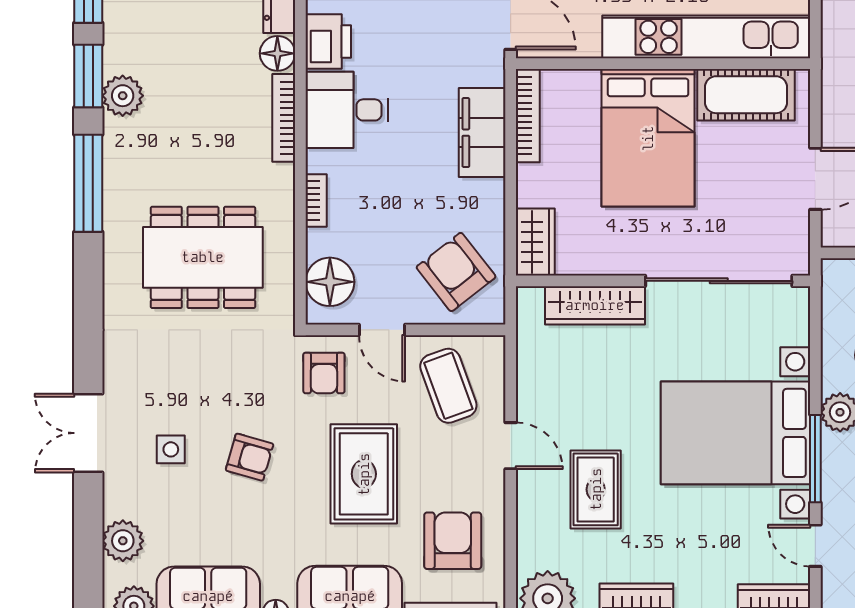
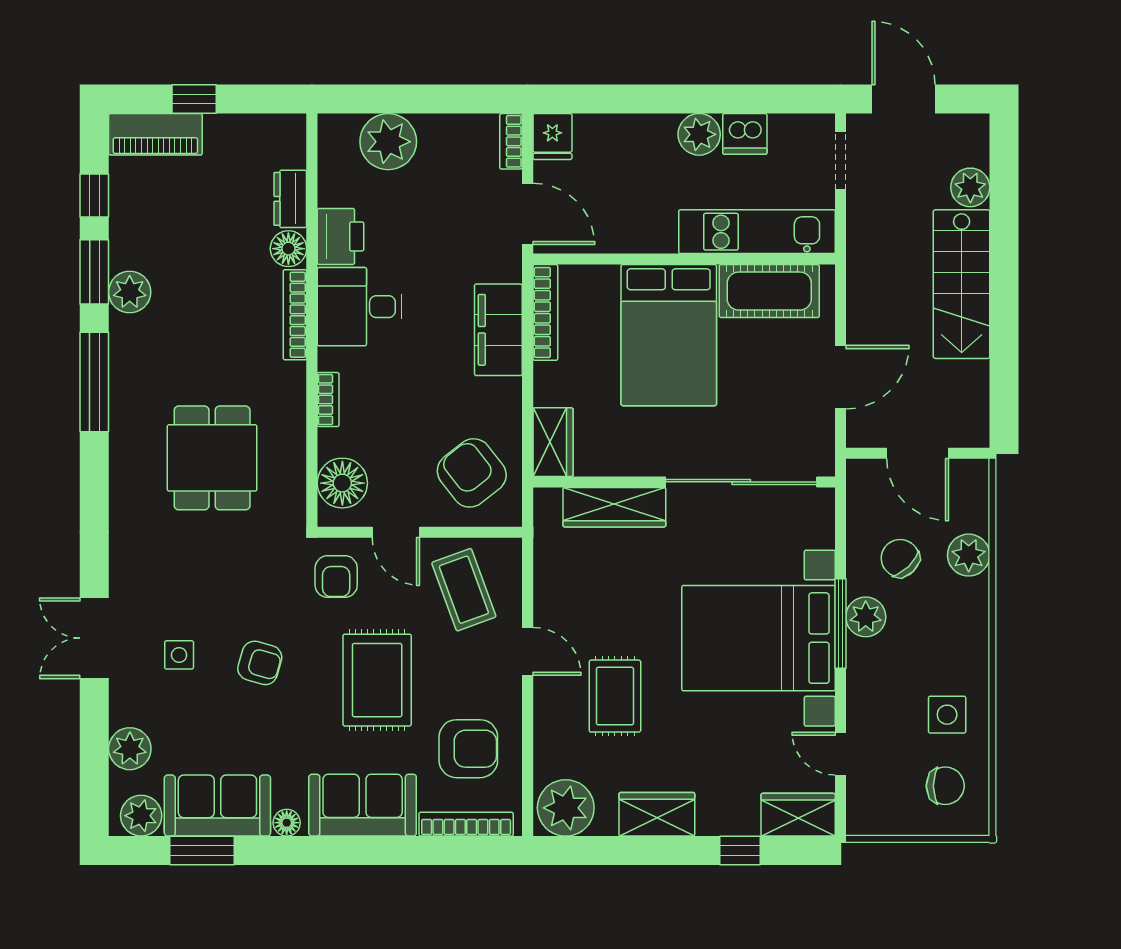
kitchen unit: (706, 37) -> (757, 232), width x0.73
dining table: (203, 257) -> (212, 458), width x0.73
window: (815, 459) -> (840, 623), moved
armchair: (453, 541) -> (468, 749), turned 90

